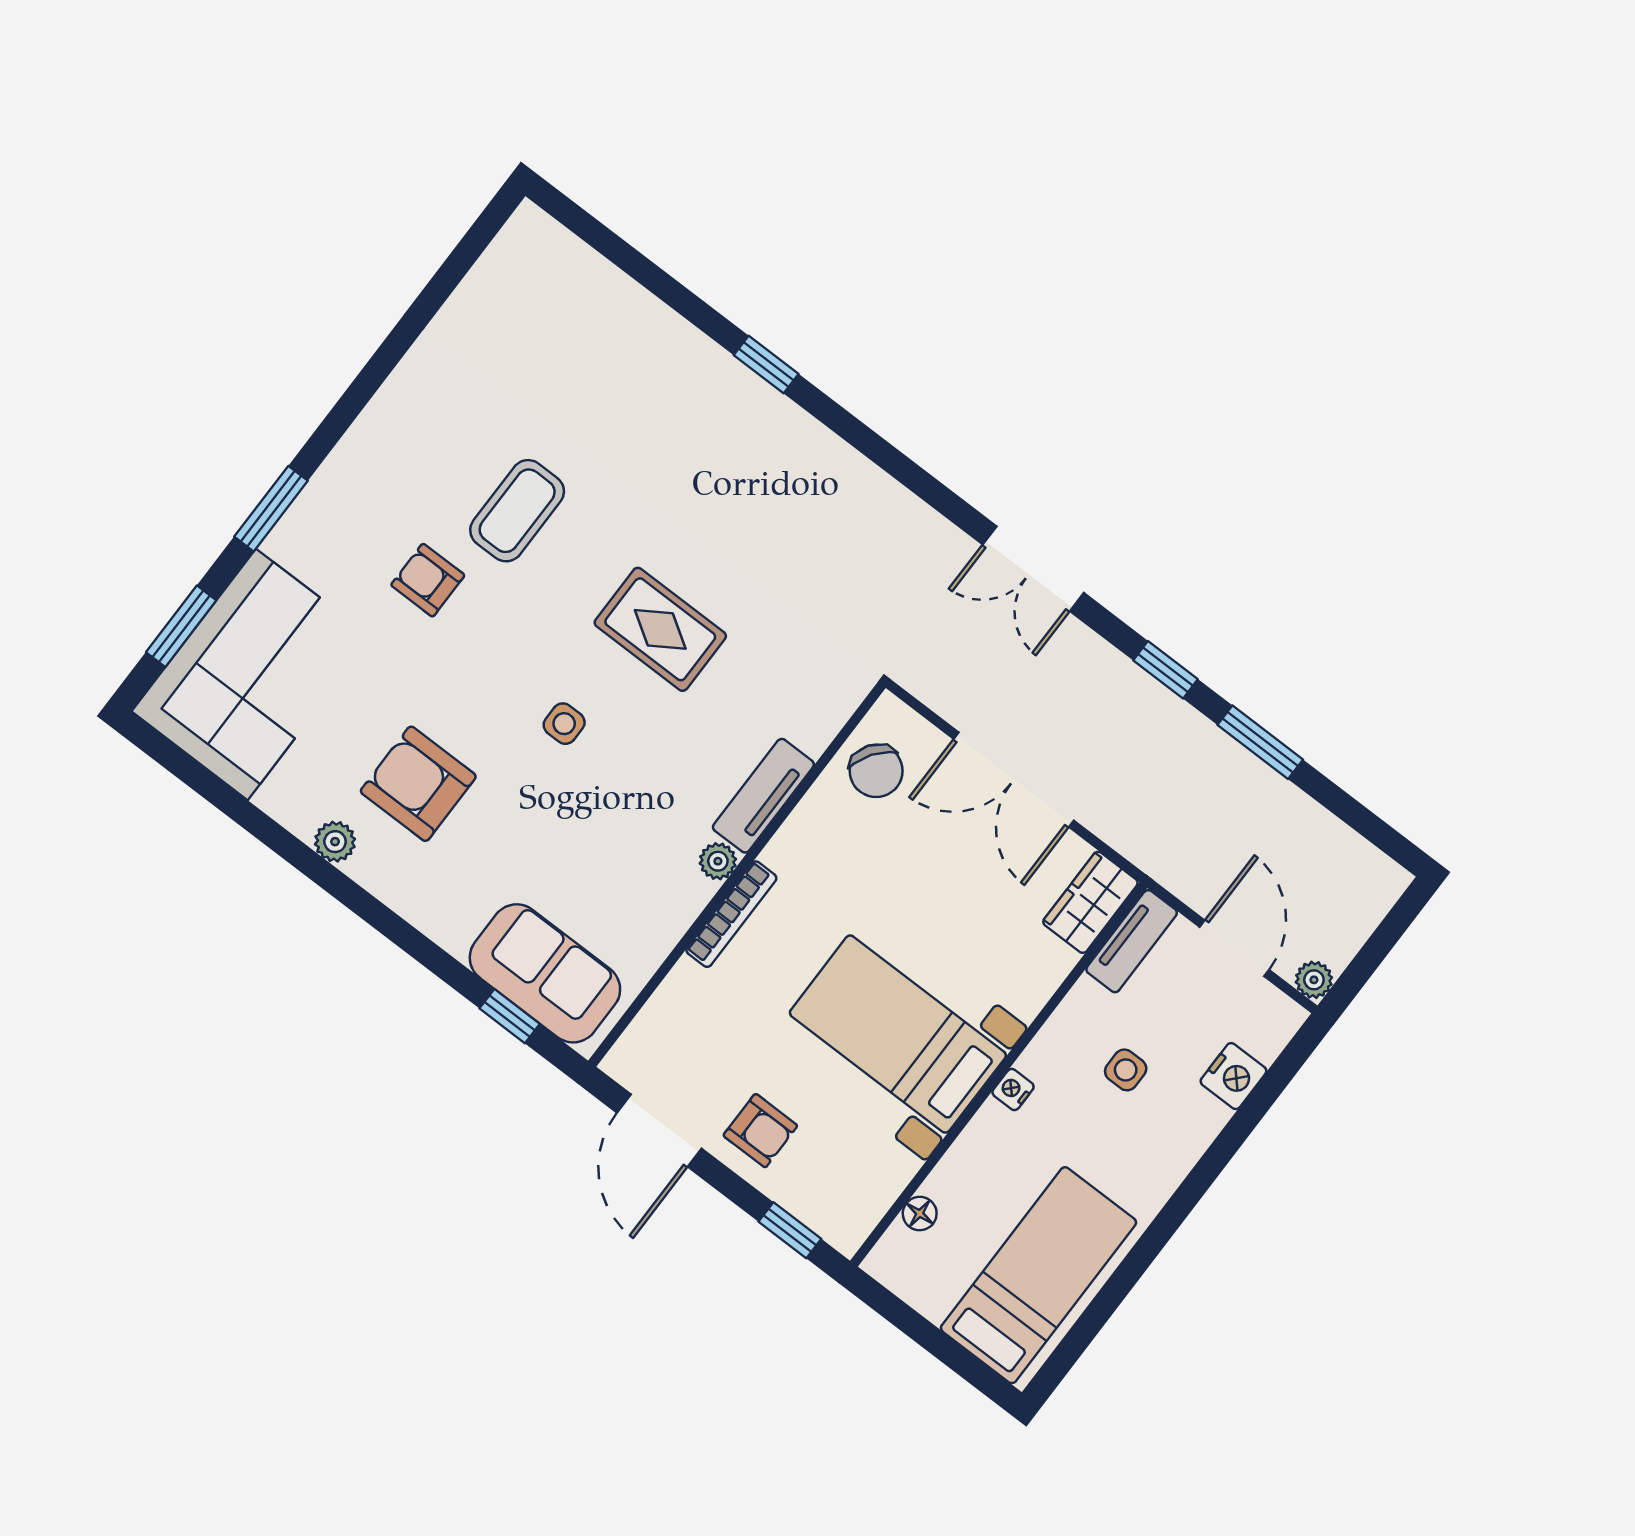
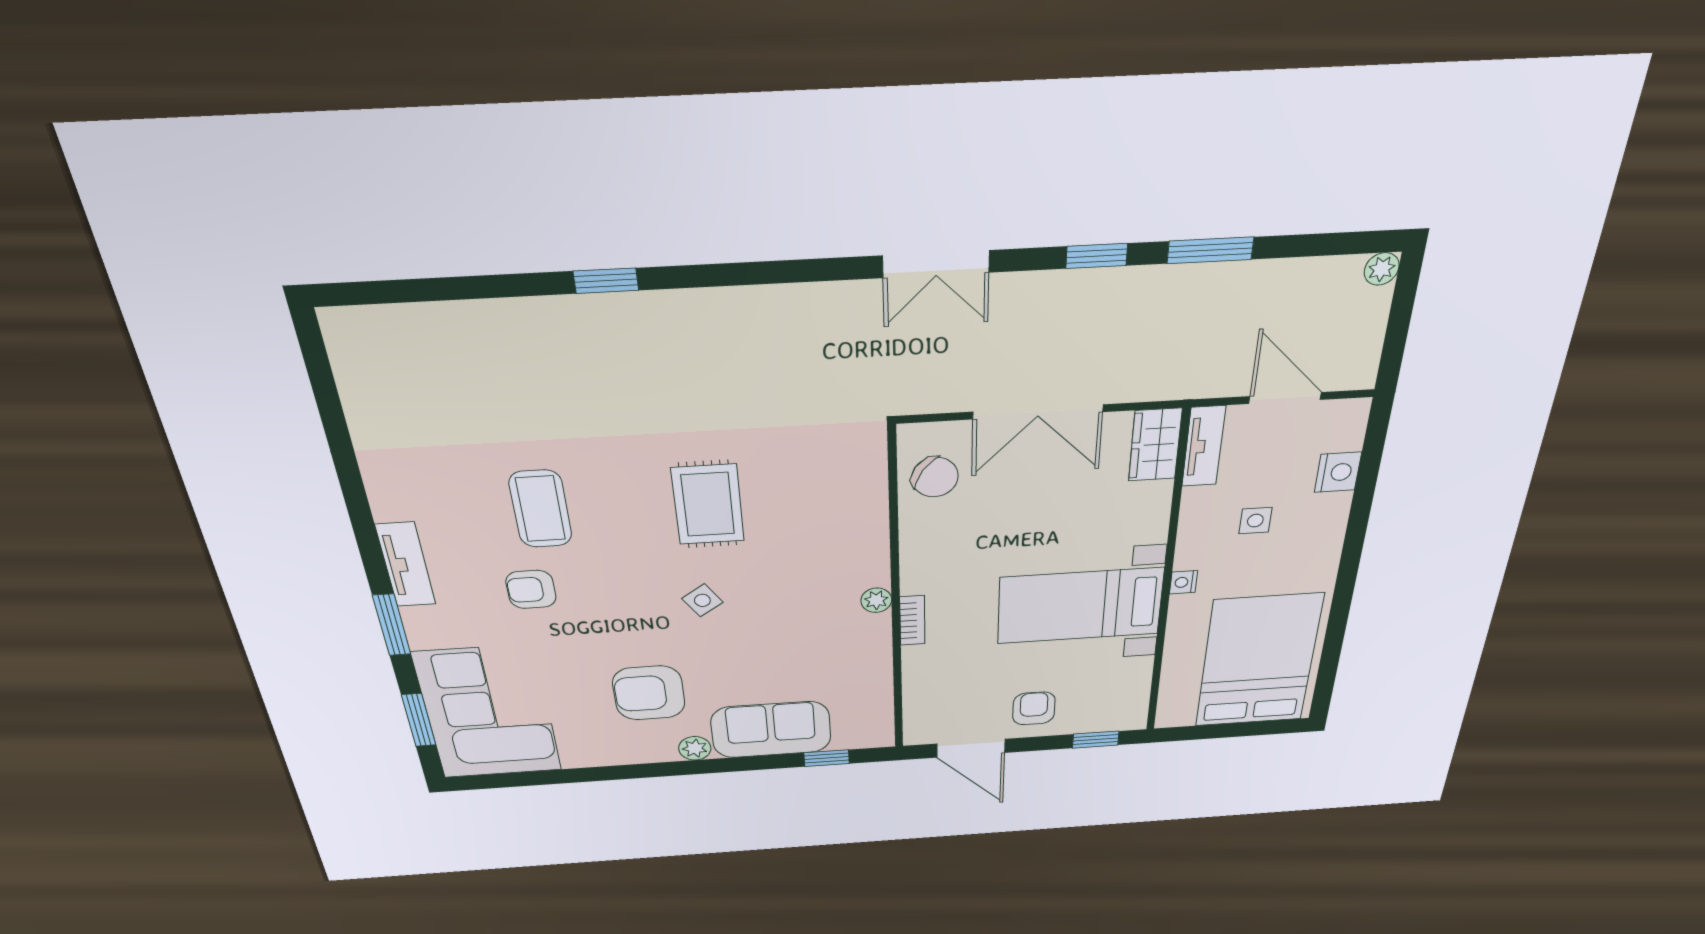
rug: (660, 629) -> (708, 505), turned 90
side table: (564, 724) -> (702, 600), turned -34
tv unit: (763, 796) -> (406, 565), moved, turned 180
plant: (335, 842) -> (695, 748), moved
bookcase: (731, 914) -> (912, 620), width x0.64
sofa: (545, 973) -> (771, 730), moved
plant: (1314, 980) -> (1382, 269), moved
armchair: (760, 1131) -> (1034, 708), turned -90
floor lamp: (920, 1214) -> (1172, 681), removed
bed: (1038, 1275) -> (1258, 661), width x1.50

